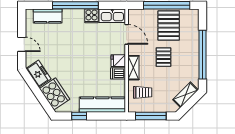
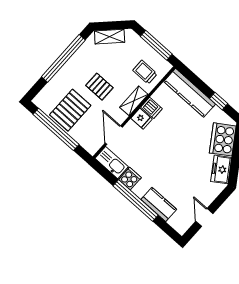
kitchen counter: (48, 16) -> (159, 204), moved
door: (22, 44) -> (204, 217), moved
pallet: (163, 57) -> (99, 87), turned 90

